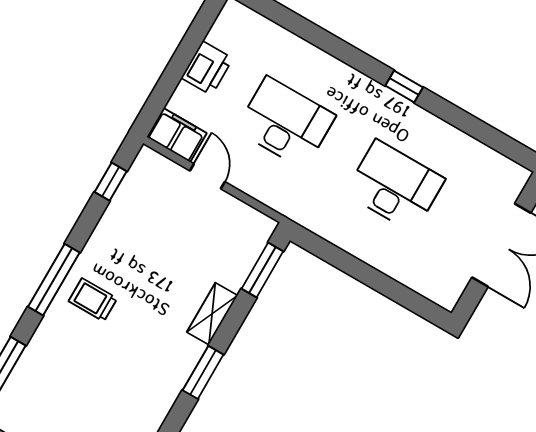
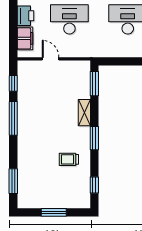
filing cabinet: (177, 135) -> (25, 38), moved, turned 90
window: (54, 280) -> (13, 118), moved
trolley: (93, 300) -> (69, 159), moved

